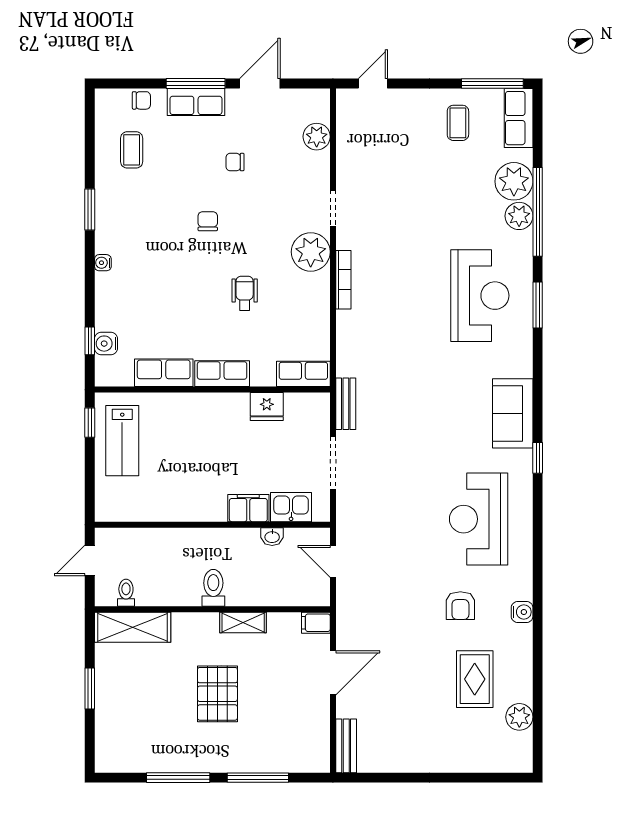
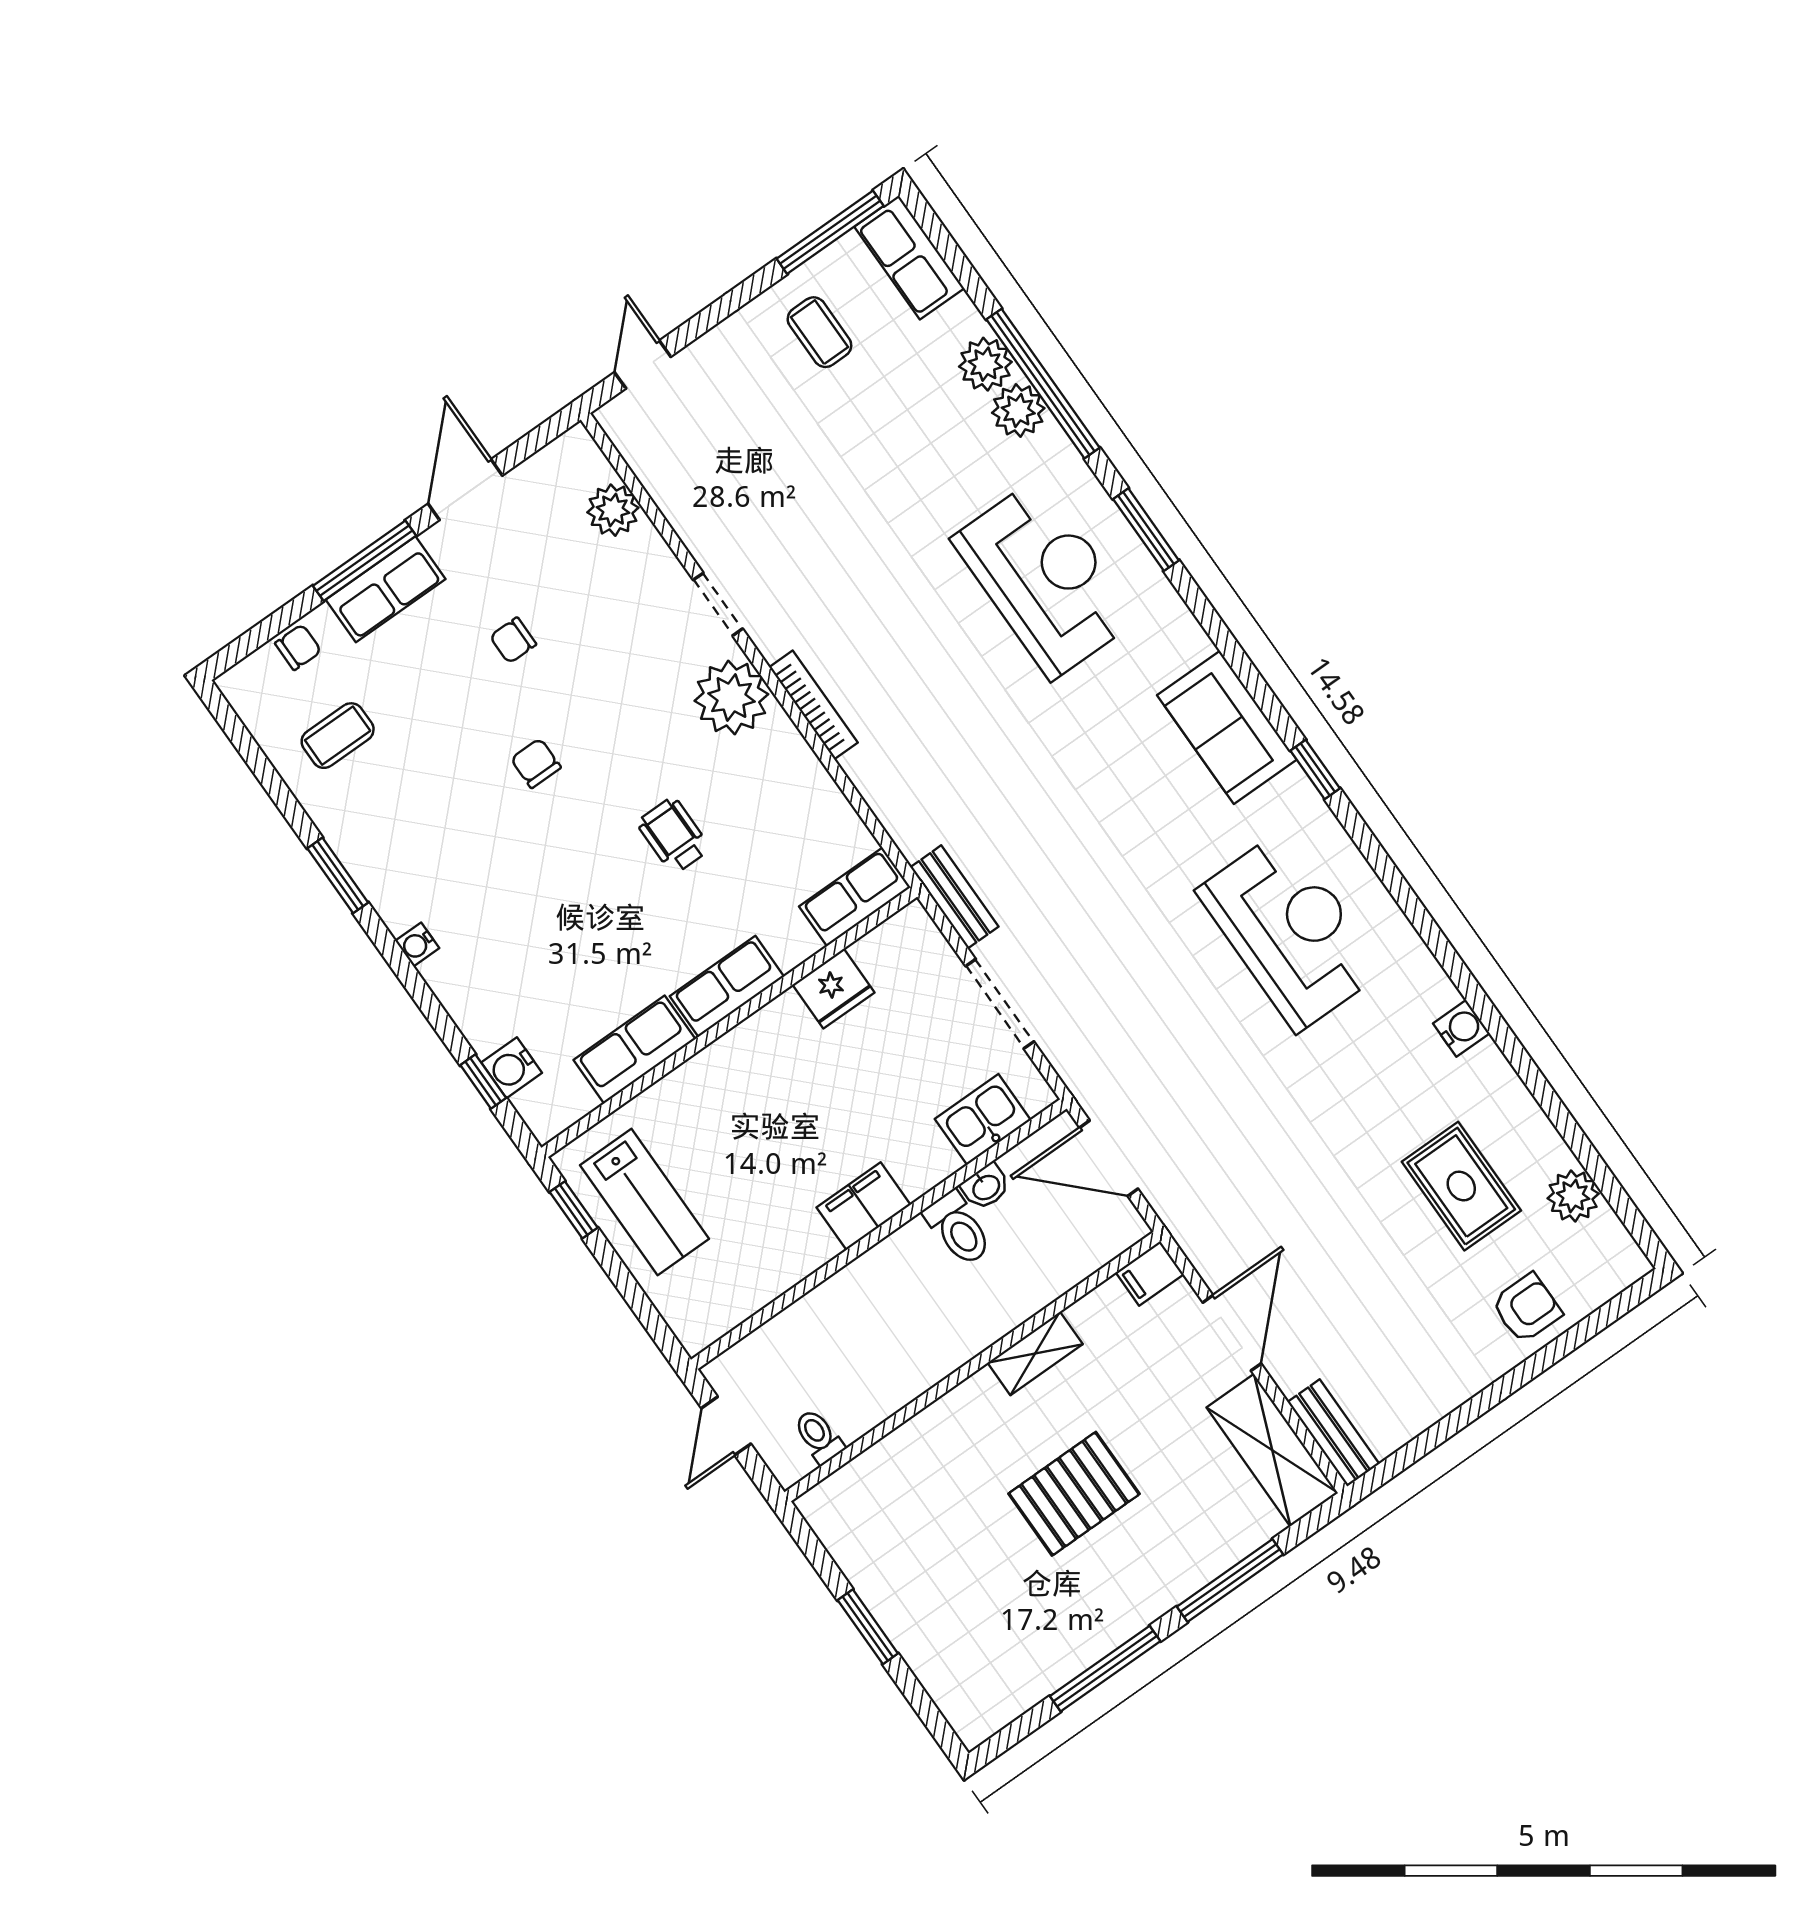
coffee table: (132, 150) -> (338, 736), turned 90
plant: (514, 181) -> (985, 364), width x0.73, depth x0.73
filing cabinet: (248, 508) -> (864, 1206), moved
reception desk: (479, 519) -> (1290, 931), turned 180
door: (333, 561) -> (1109, 1158), width x1.38
toilet: (213, 588) -> (958, 1228), moved, turned 180
armchair: (460, 606) -> (1527, 1308), moved, turned -90
shelving: (133, 627) -> (1272, 1450), moved, turned 90
pallet: (217, 694) -> (1074, 1494), turned 90

